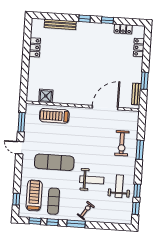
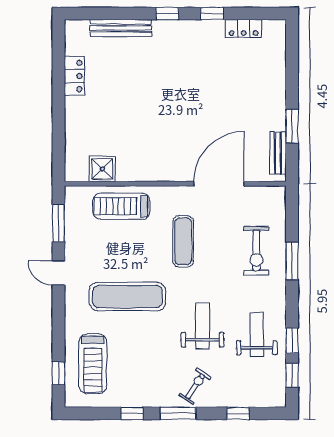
locker: (139, 48) -> (277, 62), removed
weight bench: (92, 180) -> (203, 326), turned -90
treadmill: (34, 195) -> (93, 364), turned 180
exercise mat: (54, 201) -> (183, 241), moved
window: (35, 221) -> (238, 413), moved

